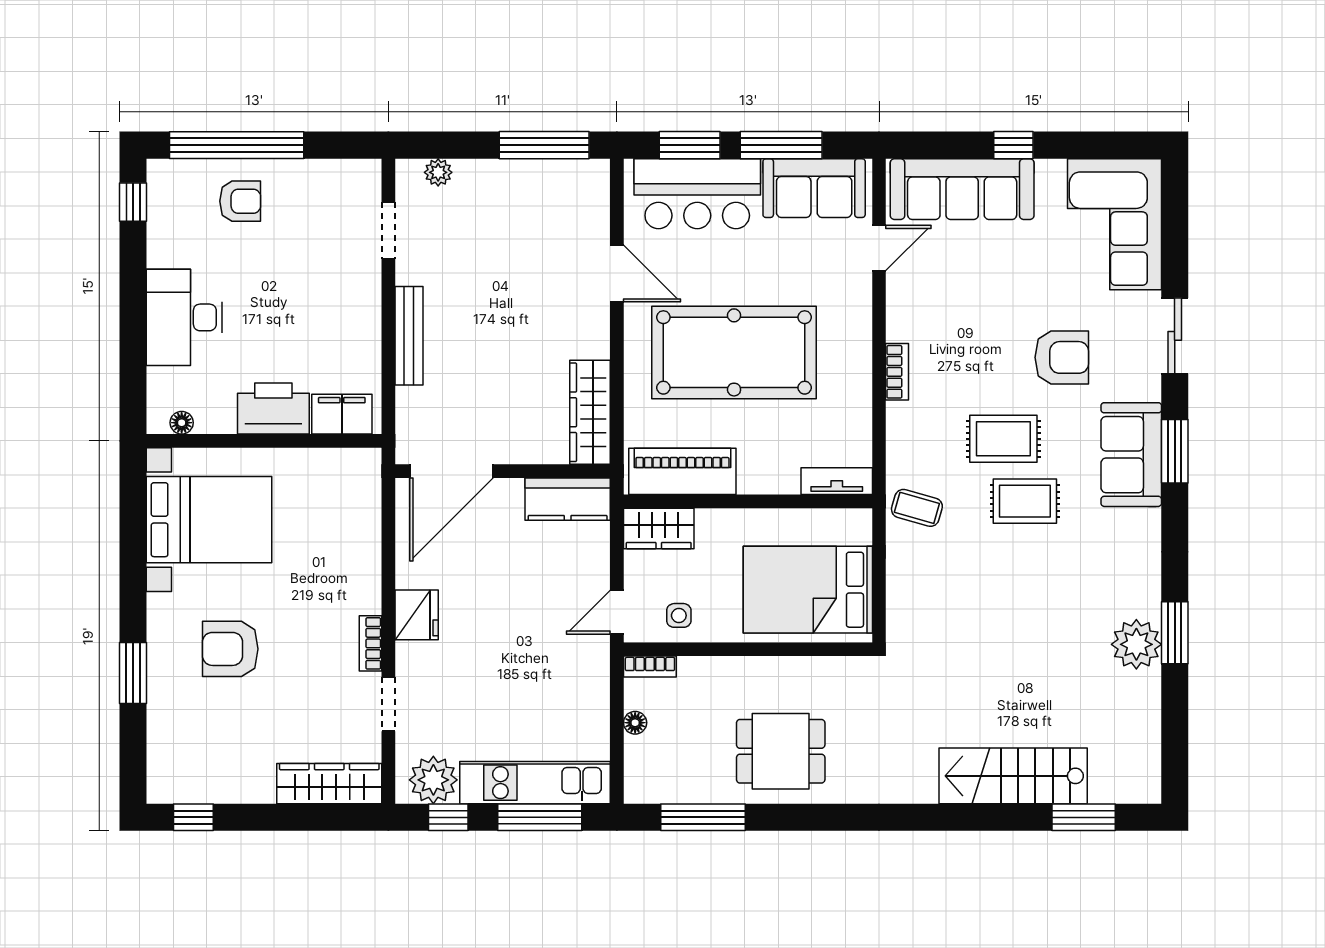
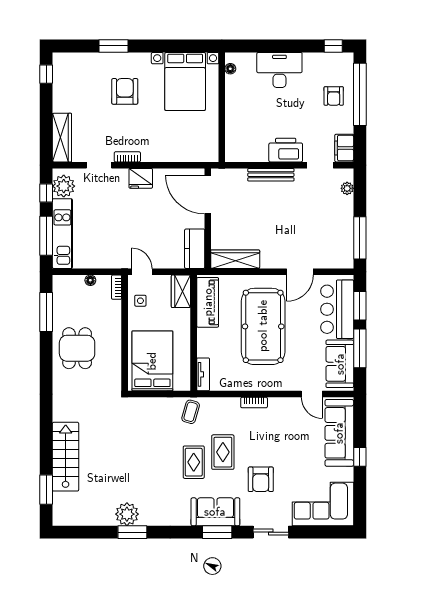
printer: (273, 408) -> (286, 150), moved, turned -90
filing cabinet: (342, 414) -> (344, 148), moved, turned 180

